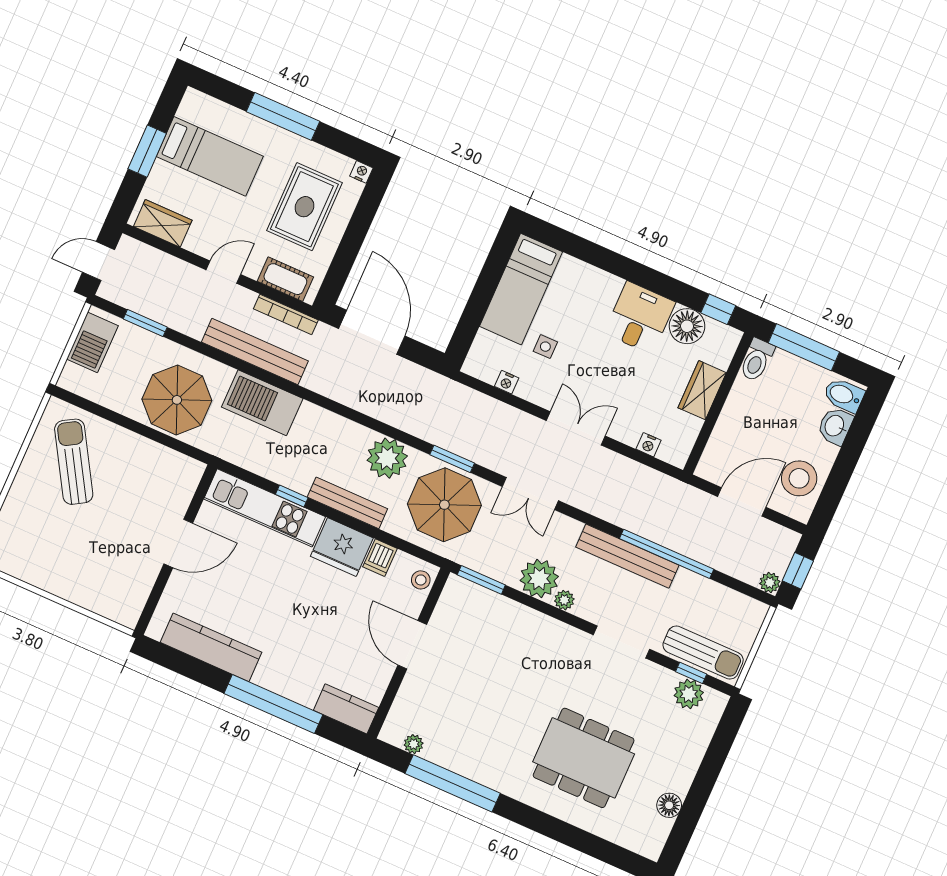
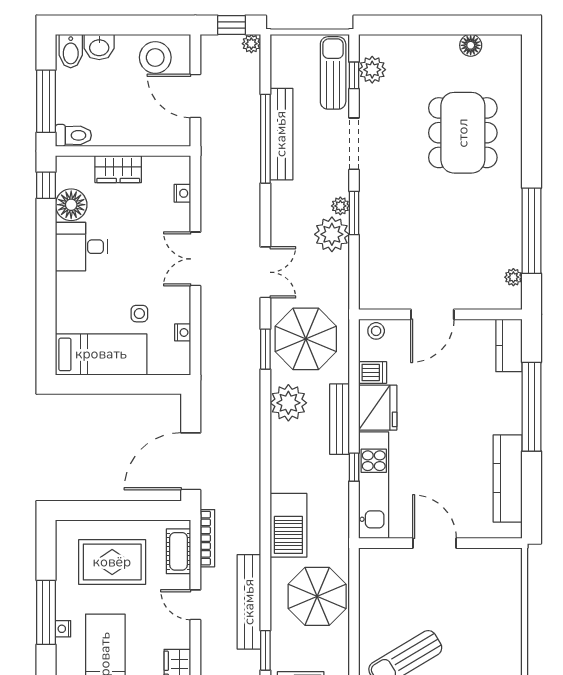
nightstand: (361, 172) -> (63, 629), moved
bench: (255, 351) -> (249, 602), moved
bench: (627, 556) -> (281, 134), moved
window: (481, 580) -> (354, 213), moved

